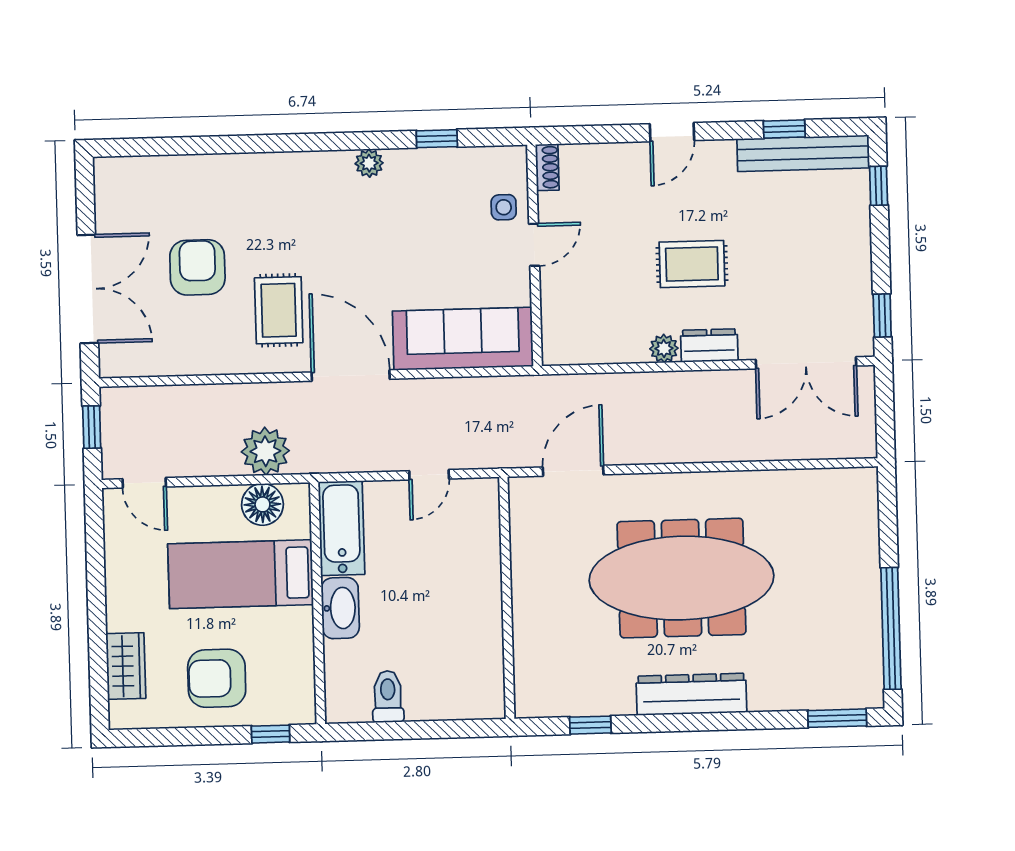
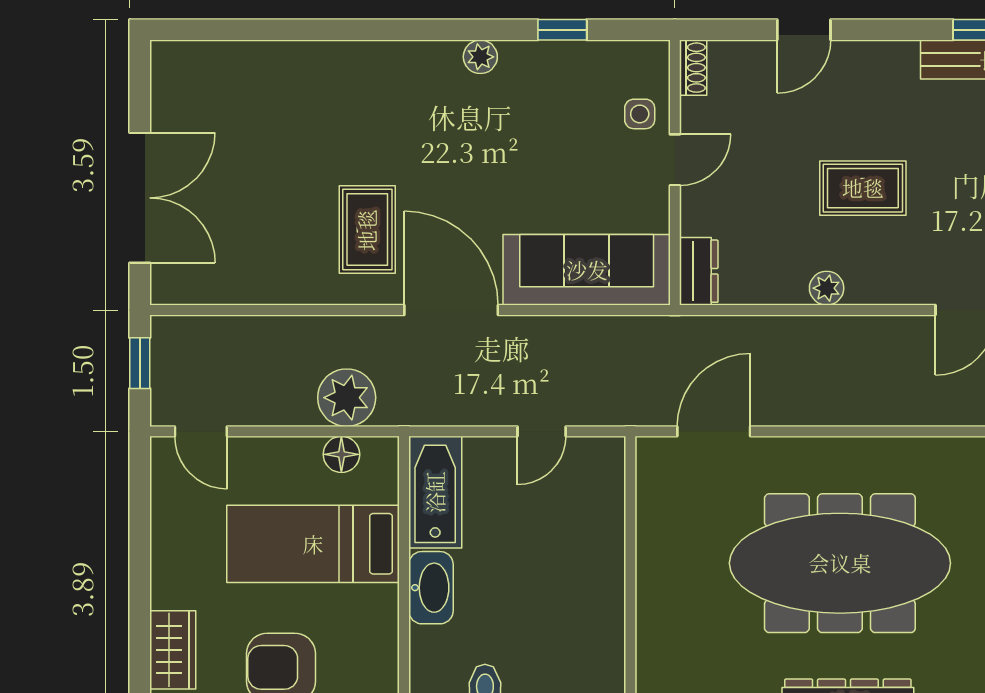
door: (672, 132) -> (804, 30), moved
armchair: (197, 267) -> (272, 176), removed
dresser: (709, 346) -> (699, 271), moved, turned 90
floor lamp: (262, 504) -> (341, 454), width x0.73, depth x0.73

